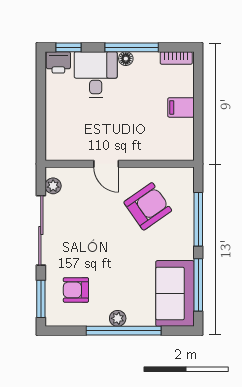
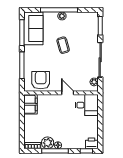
plant: (147, 64) -> (48, 143), added
desk: (96, 75) -> (87, 105), moved, turned -90
filing cabinet: (181, 107) -> (30, 104), moved, width x2.00
armchair: (148, 206) -> (41, 80), moved, turned 125
coffee table: (115, 260) -> (63, 45), added
armchair: (76, 290) -> (83, 30), removed

